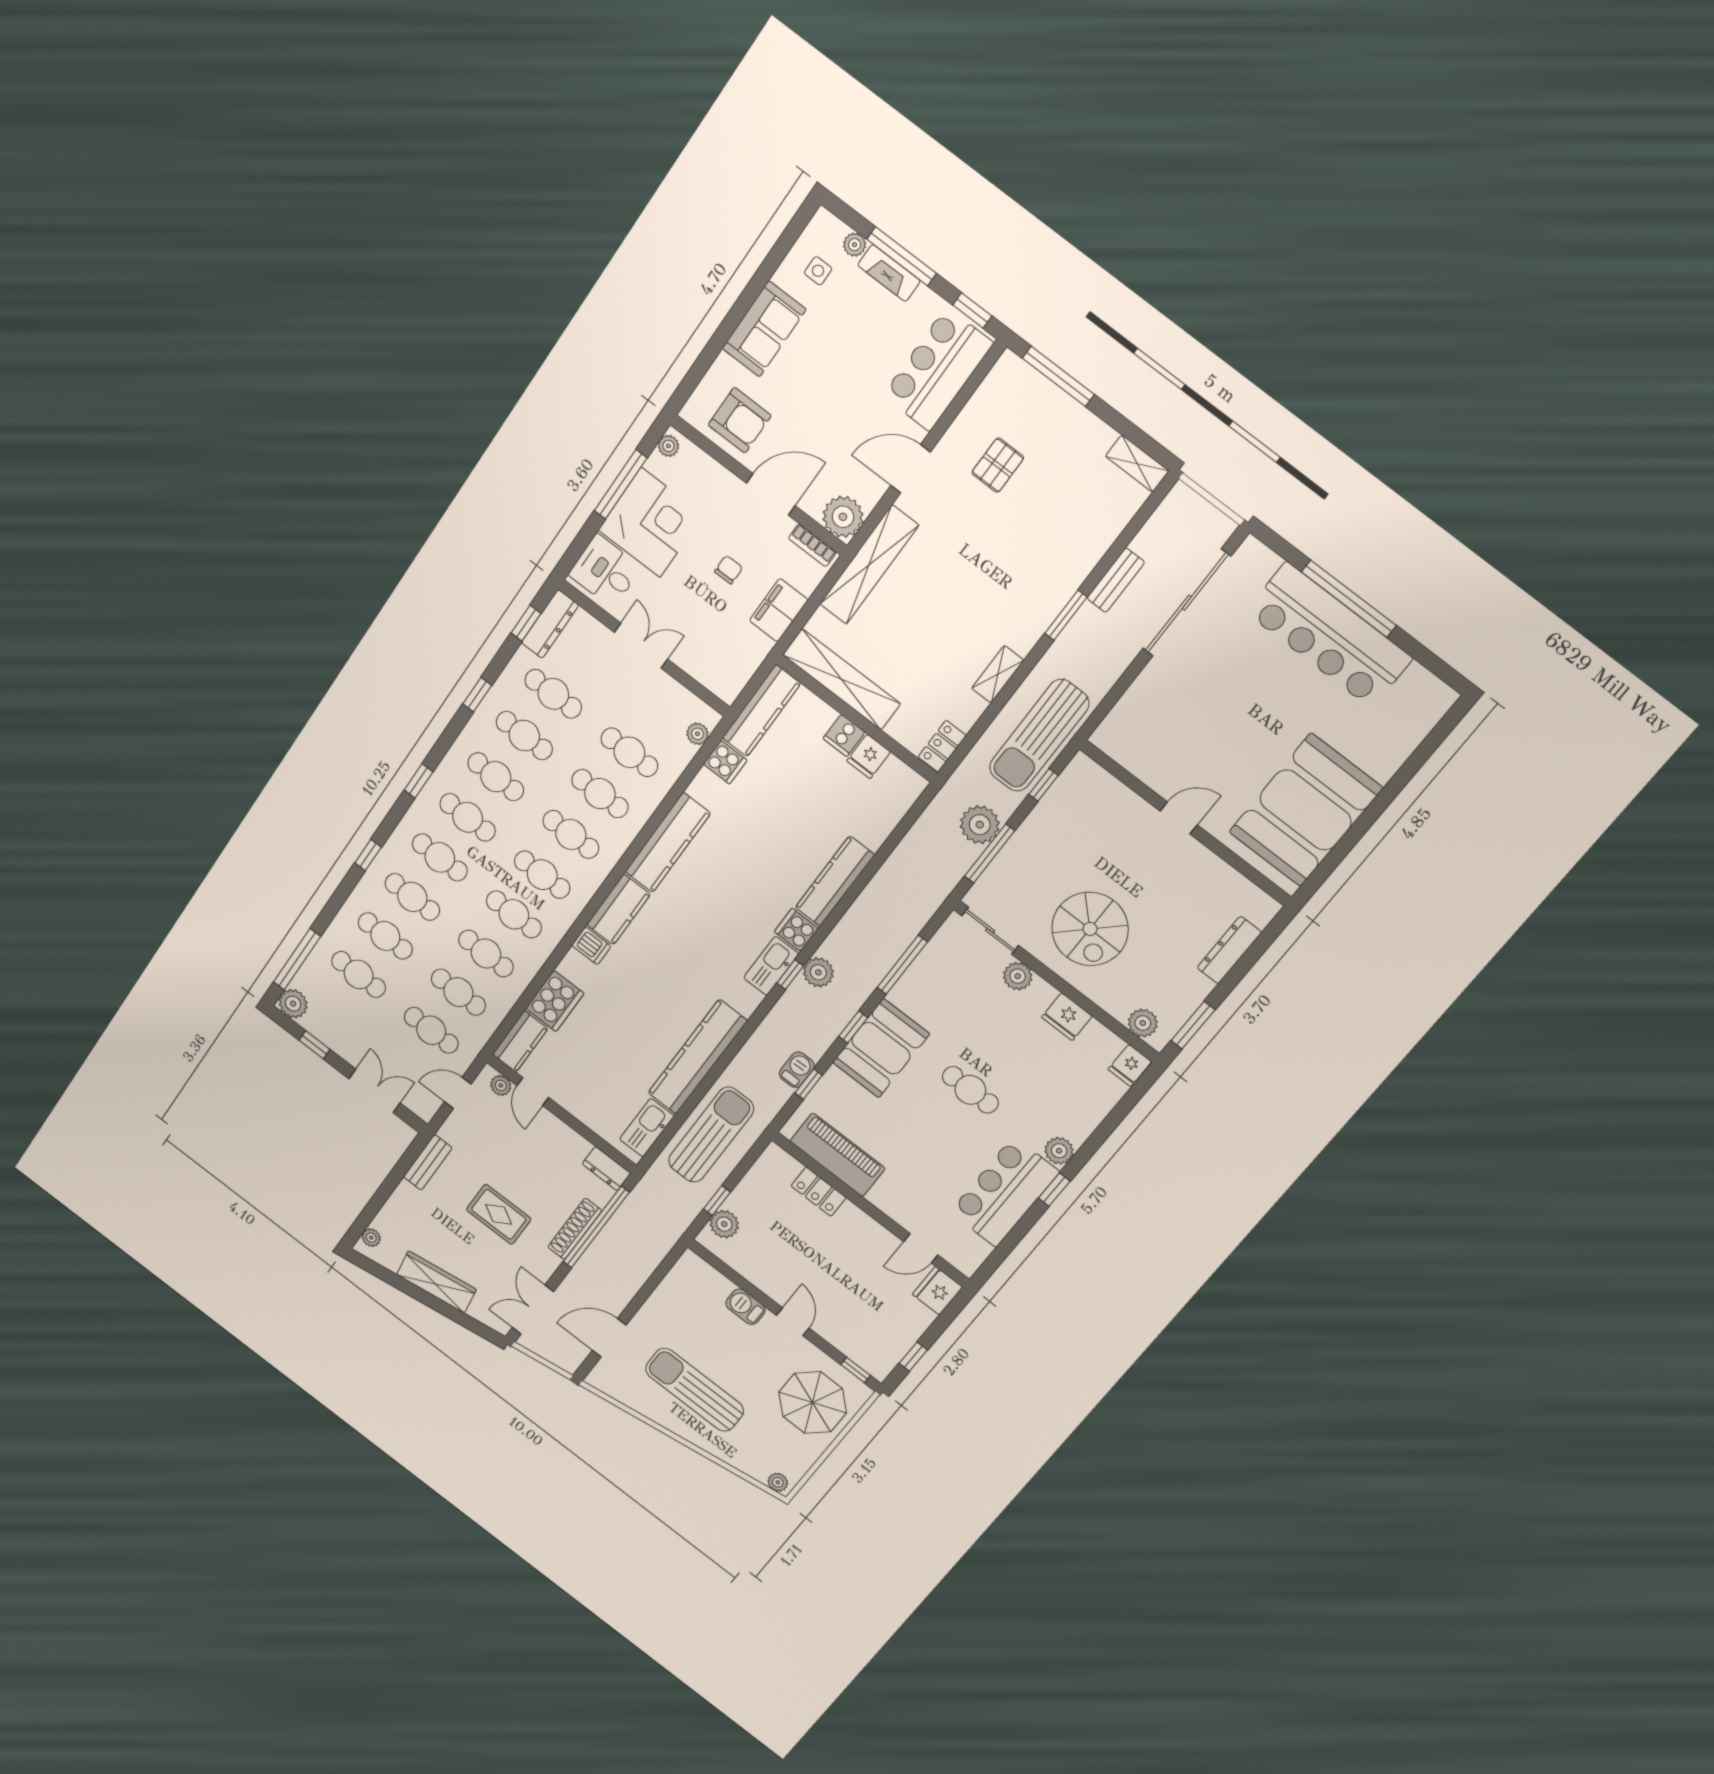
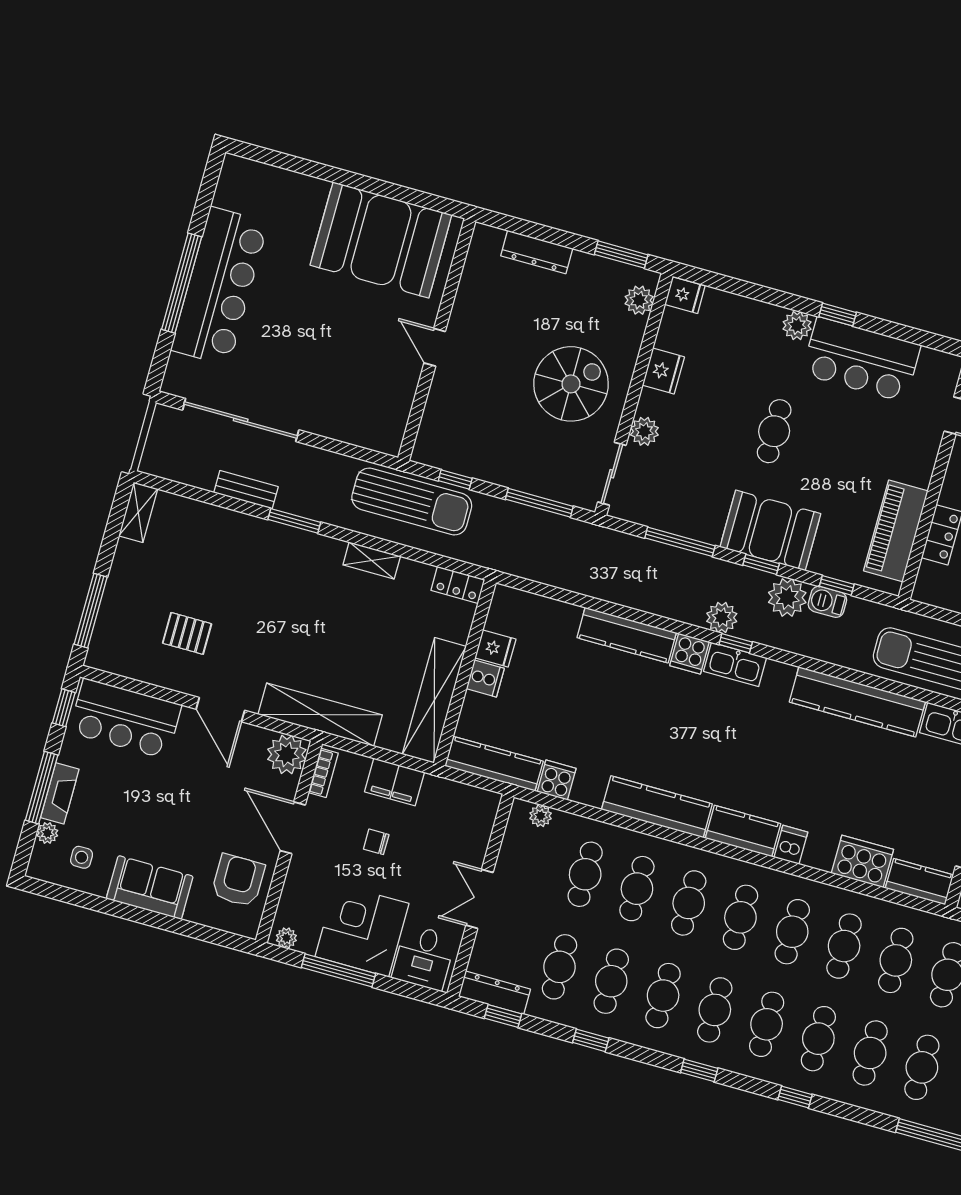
plant: (980, 825) -> (787, 598), moved

